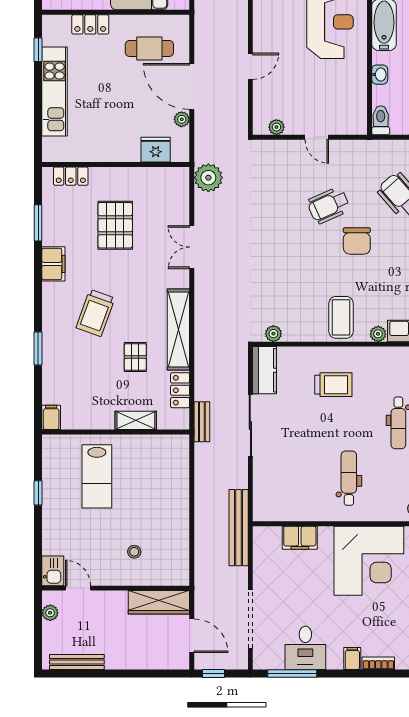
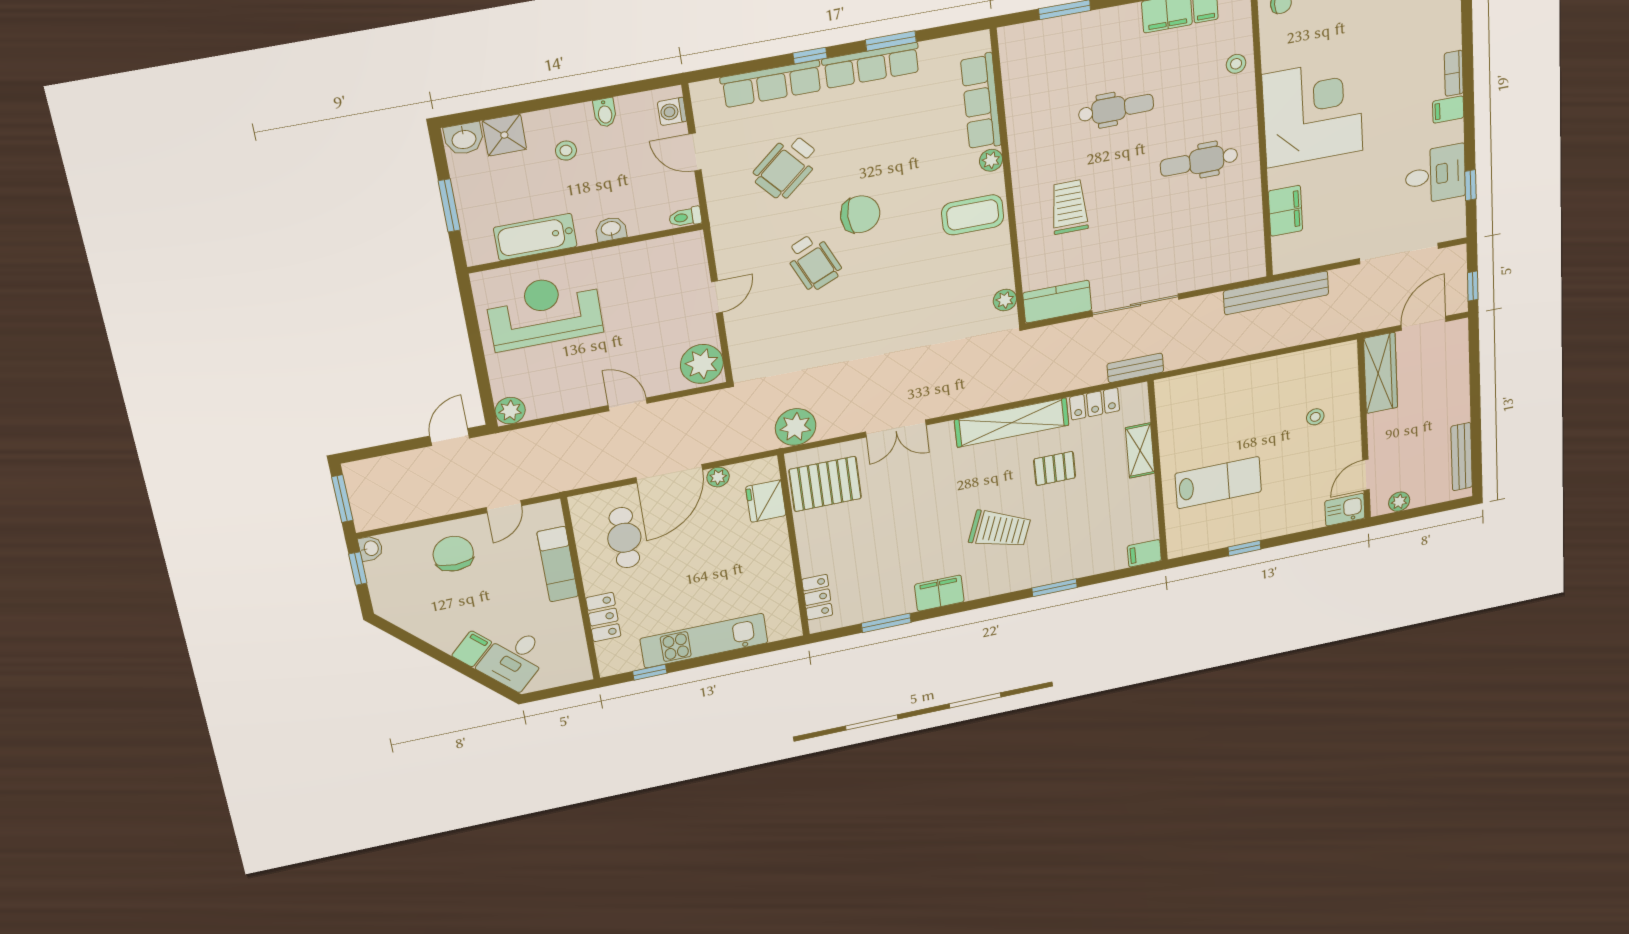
toilet: (381, 120) -> (685, 217), width x0.73, depth x0.72
plant: (276, 127) -> (702, 364), width x1.88, depth x1.88
pallet: (115, 225) -> (825, 484), moved
window: (292, 674) -> (1471, 185), width x0.46

